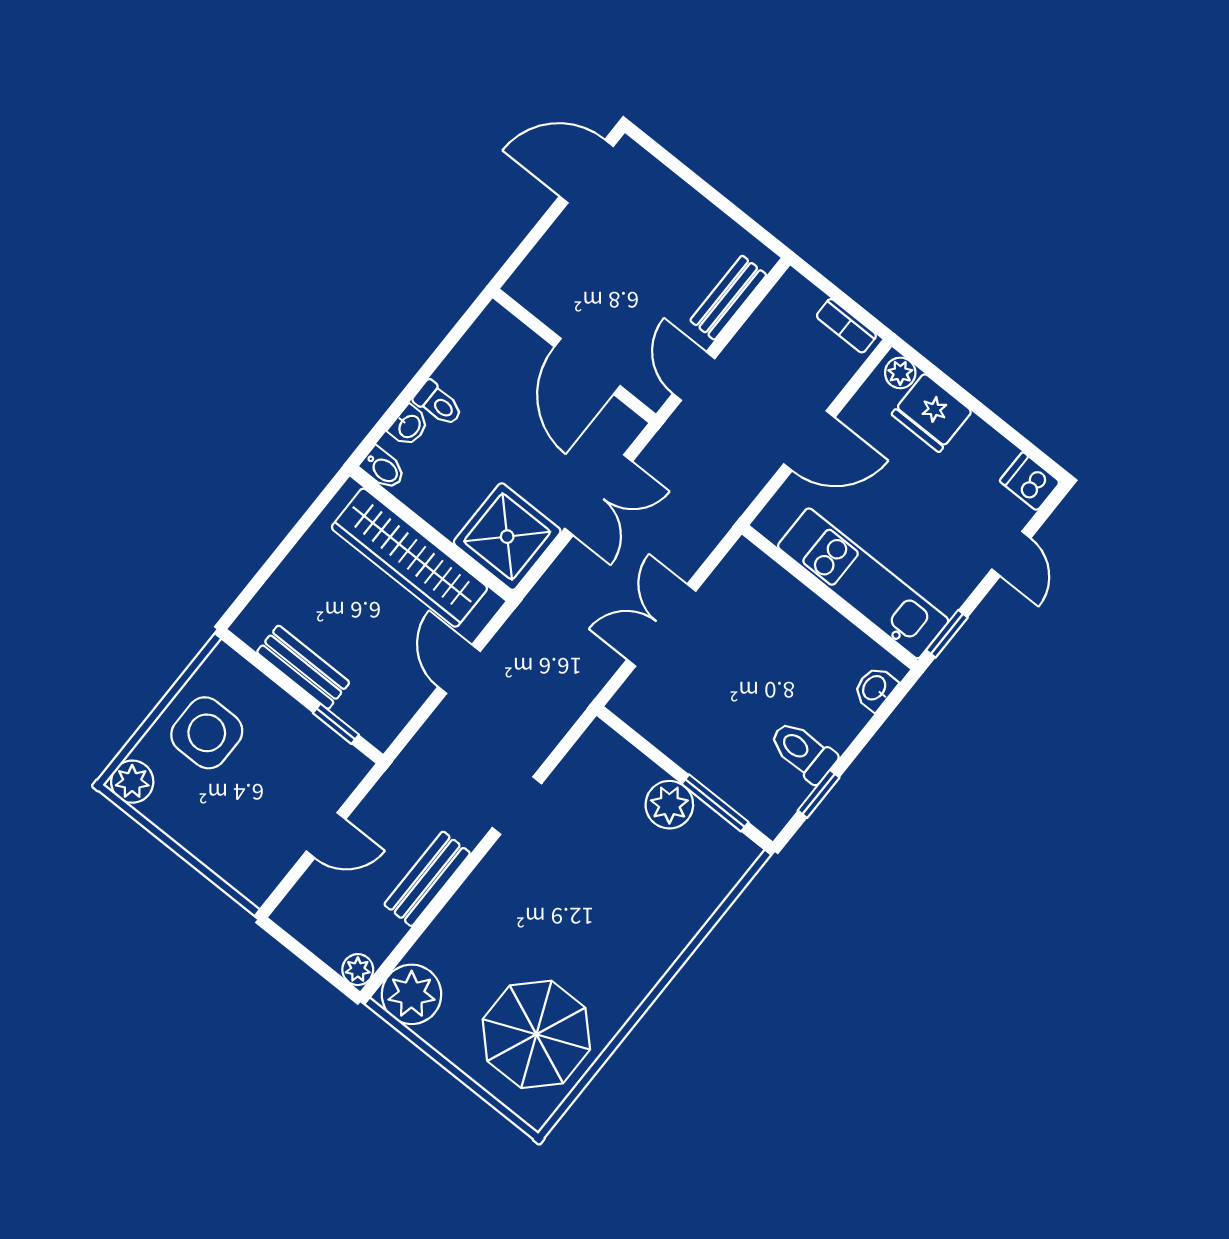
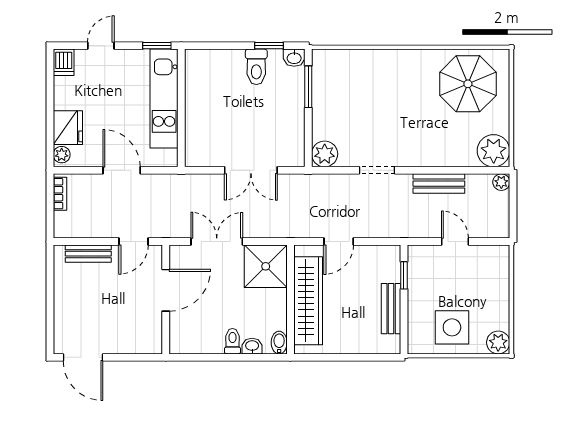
washbasin: (875, 688) -> (294, 58), moved
plant: (669, 805) -> (325, 154), moved

